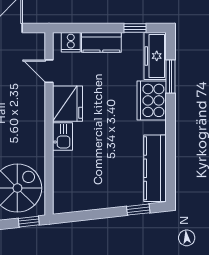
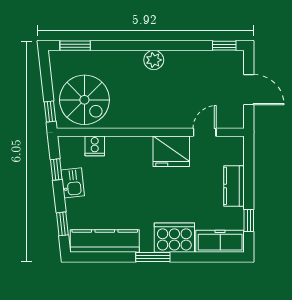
cooker: (71, 42) -> (95, 146), moved, turned -90
window: (171, 76) -> (153, 257), moved
kitchen sink: (62, 136) -> (73, 183), moved, turned -96
window: (85, 215) -> (56, 169), added

